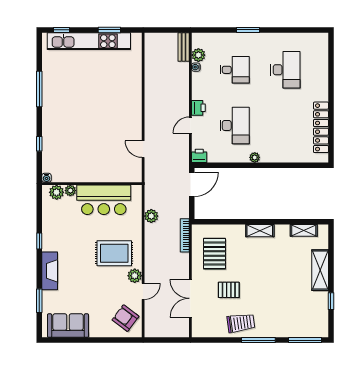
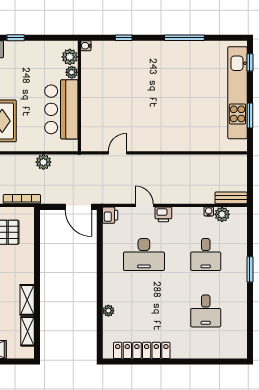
desk: (285, 70) -> (206, 311), width x0.73
plant: (255, 157) -> (108, 311), moved
shelving: (260, 231) -> (27, 300), moved

